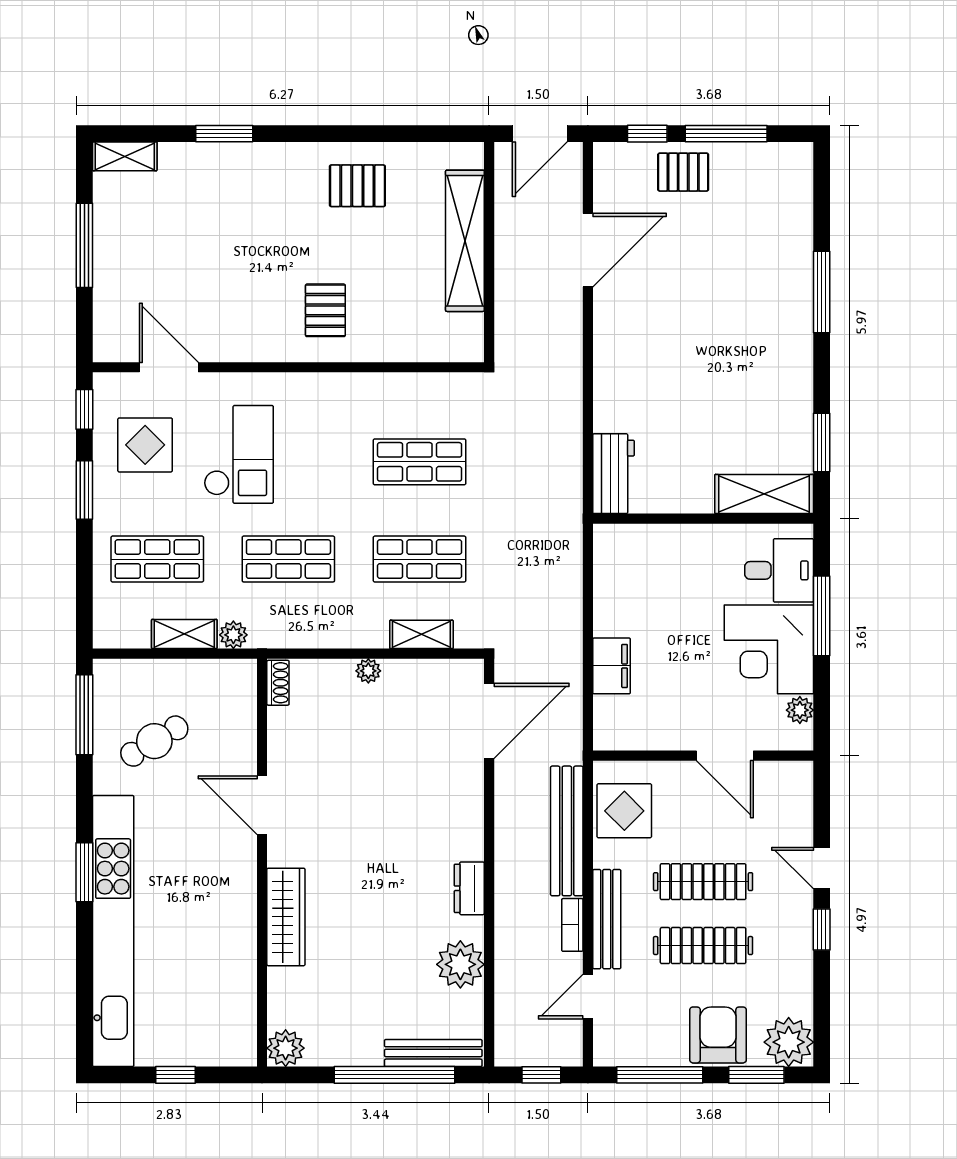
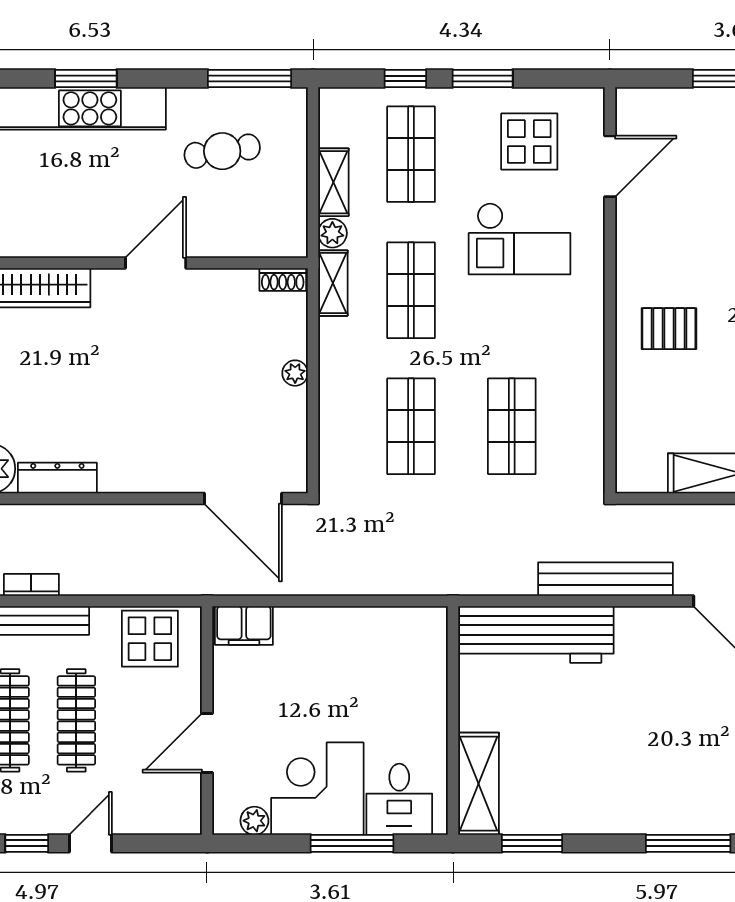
window: (84, 409) -> (405, 79), moved
workbench: (613, 474) -> (536, 634), width x1.88, depth x1.32
shelving: (421, 634) -> (333, 283), moved
filing cabinet: (612, 666) -> (244, 625), moved
cafe table: (154, 741) -> (222, 151), turned -68
bench: (567, 831) -> (605, 579), moved
dresser: (469, 888) -> (57, 478), width x1.44

